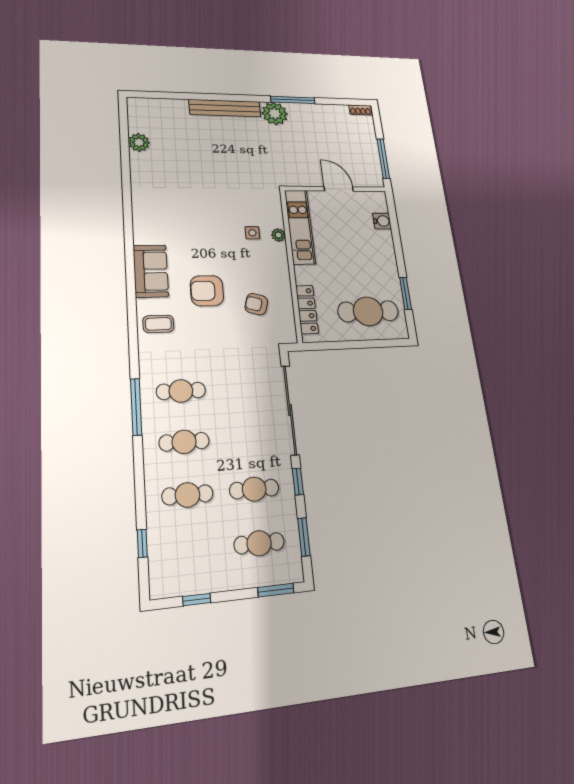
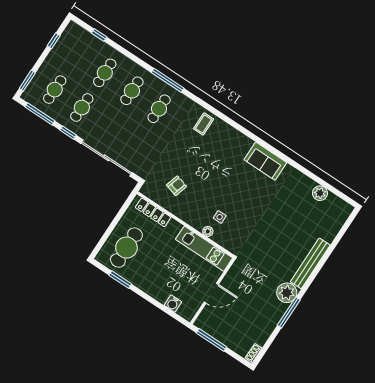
sofa: (151, 271) -> (265, 161), moved
armchair: (207, 291) -> (204, 164), removed
window: (304, 537) -> (40, 114), width x1.44

